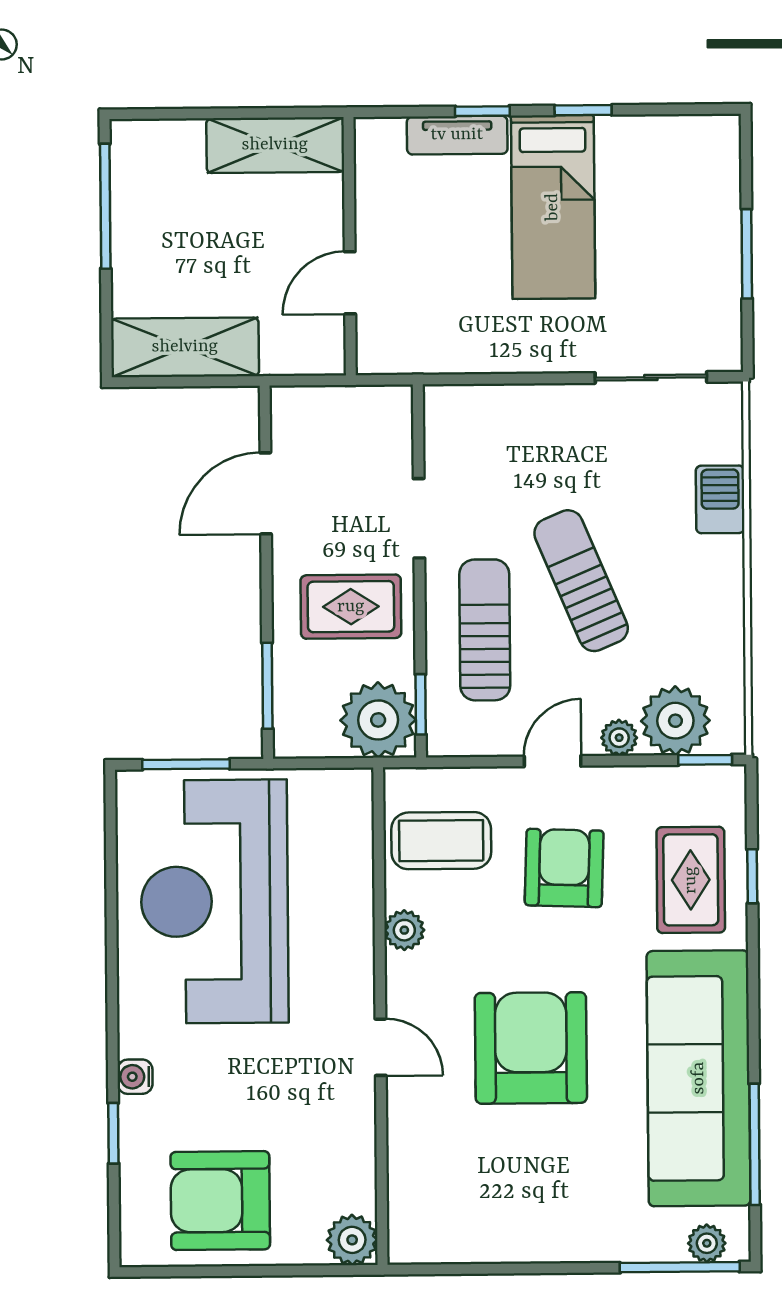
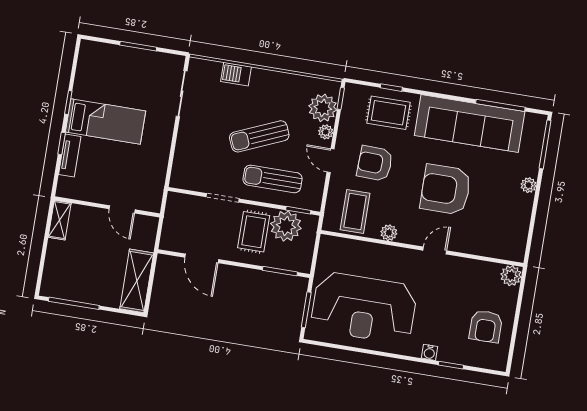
shelving: (275, 145) -> (60, 220), width x0.67, depth x0.75
plant: (378, 720) -> (286, 226), moved
armchair: (220, 1201) -> (486, 326), width x0.73, depth x0.73
plant: (707, 1243) -> (529, 185), moved

